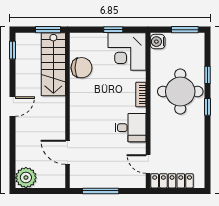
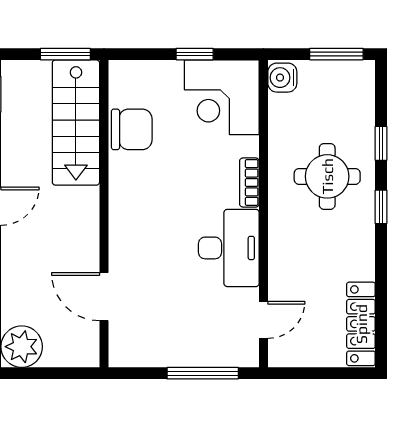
round table: (180, 92) -> (327, 176), width x0.73, depth x0.73
desk: (131, 128) -> (229, 248), width x1.37
door: (148, 164) -> (264, 320), swing flipped
locker: (172, 181) -> (361, 324), moved, turned -90
window: (101, 191) -> (203, 373), moved

